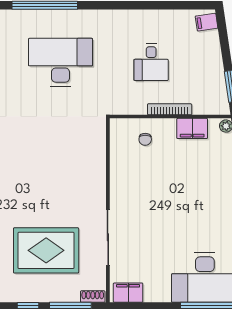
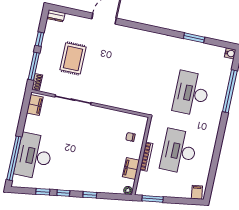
desk: (60, 62) -> (191, 93), turned 180
desk: (151, 62) -> (179, 151), width x1.87, depth x1.30
rug: (46, 250) -> (73, 58), width x0.73, depth x0.69

